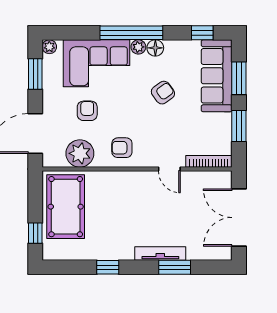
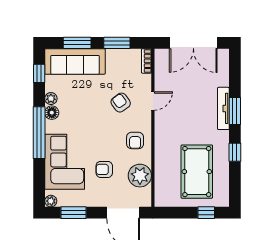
plant: (138, 47) -> (51, 99), moved
armchair: (163, 93) -> (121, 103), moved
bookcase: (209, 161) -> (146, 61), width x0.64
pool table: (66, 207) -> (197, 172), moved, turned 90
window: (175, 267) -> (235, 111), moved

